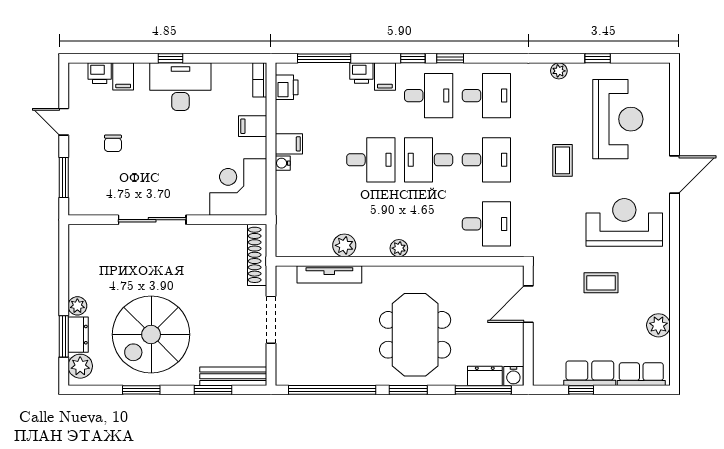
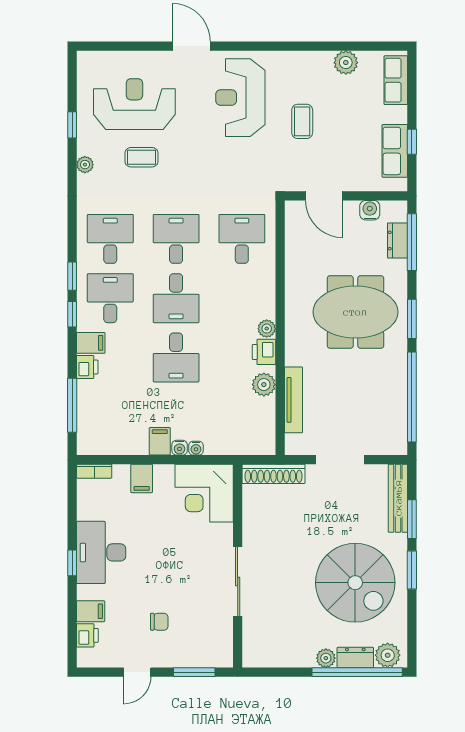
printer: (287, 87) -> (264, 352), moved, turned -90
desk: (371, 160) -> (176, 357), turned 180
coffee table: (563, 160) -> (141, 157), moved
water cooler: (282, 179) -> (196, 448), added
window: (64, 336) -> (357, 672), width x2.11
row of seats: (590, 373) -> (395, 151), moved
water cooler: (513, 376) -> (370, 210), moved, turned -90
window: (141, 390) -> (412, 570), moved

